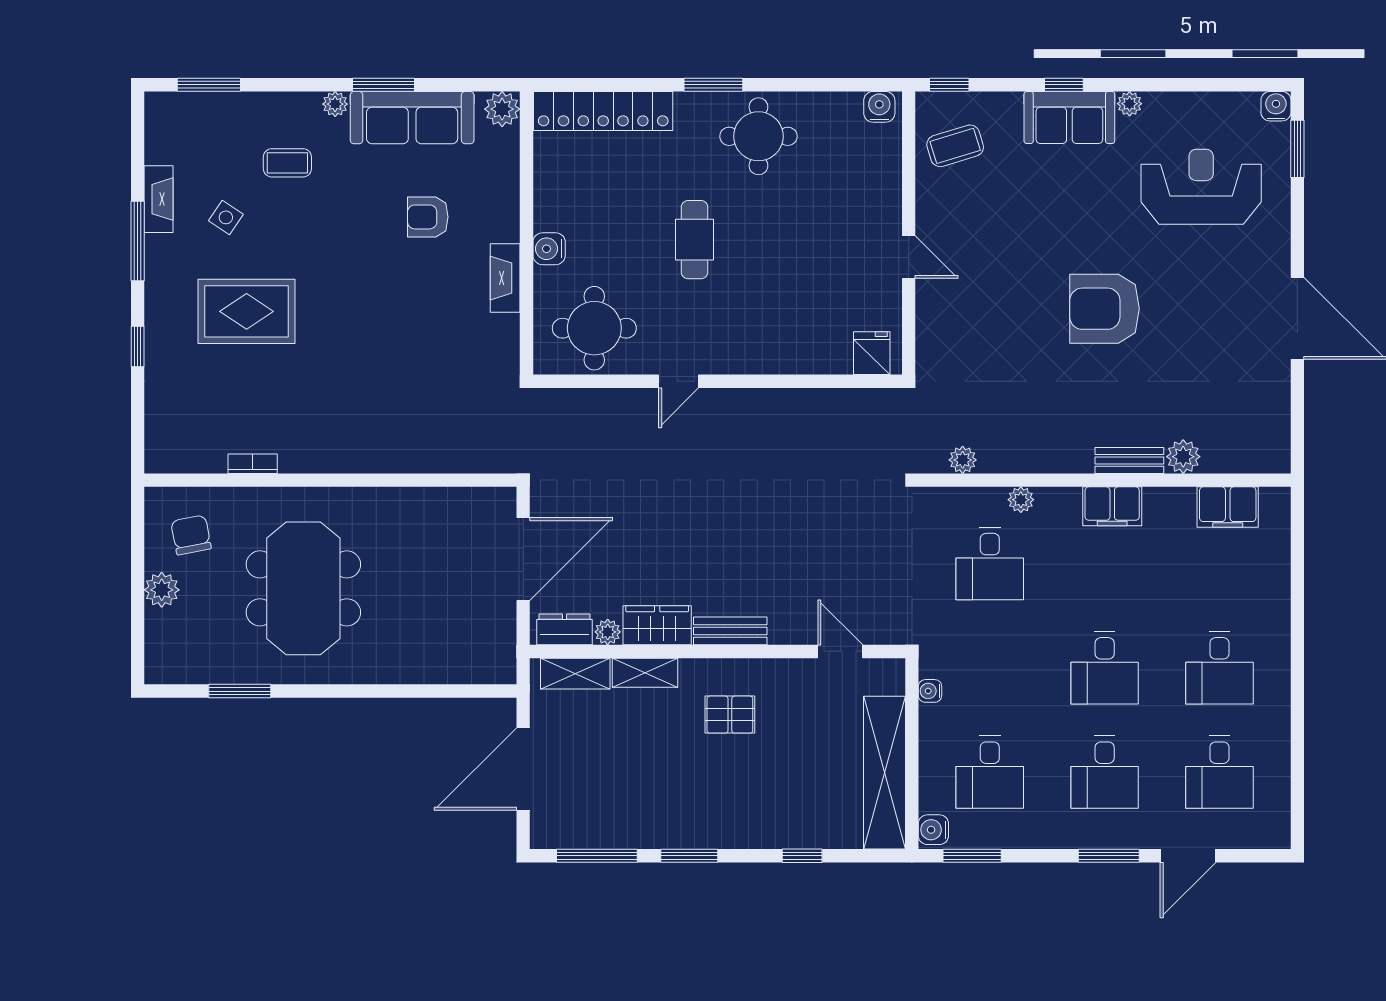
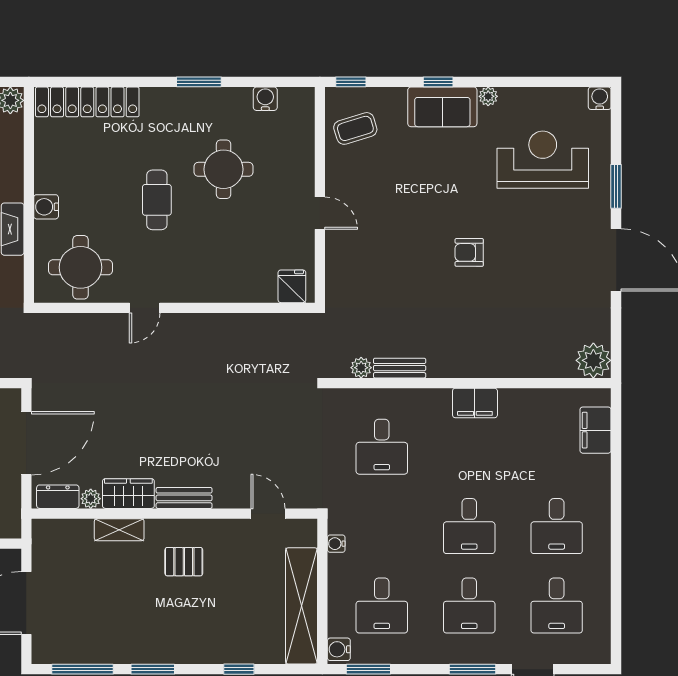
window: (713, 85) -> (199, 82), moved
water cooler: (879, 107) -> (265, 99), moved
round table: (758, 136) -> (224, 169), moved
window: (1297, 149) -> (616, 186), moved
armchair: (1105, 309) -> (469, 252), width x0.53, depth x0.53
plant: (1183, 457) -> (593, 360), moved, width x1.36, depth x1.36
bench: (1129, 460) -> (400, 368), moved
plant: (1021, 500) -> (405, 398), removed
filing cabinet: (1228, 507) -> (596, 430), moved, turned 90
shelving: (575, 674) -> (66, 530), removed

